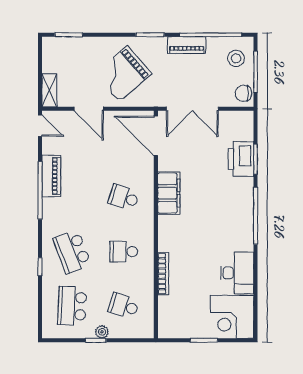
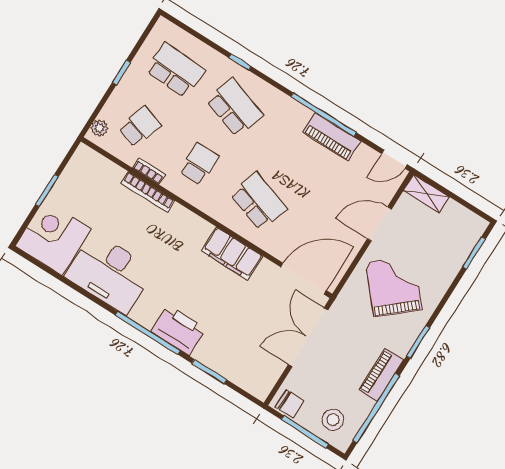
chair: (244, 93) -> (290, 404), turned 90
printer: (241, 159) -> (179, 330), moved
school desk: (124, 197) -> (258, 201), width x1.85
school desk: (72, 252) -> (235, 108), turned 39
desk: (237, 273) -> (109, 273), width x1.36, depth x1.30
bookcase: (149, 281) -> (149, 171), added
plant: (102, 332) -> (99, 128), moved

